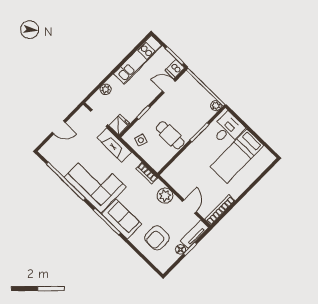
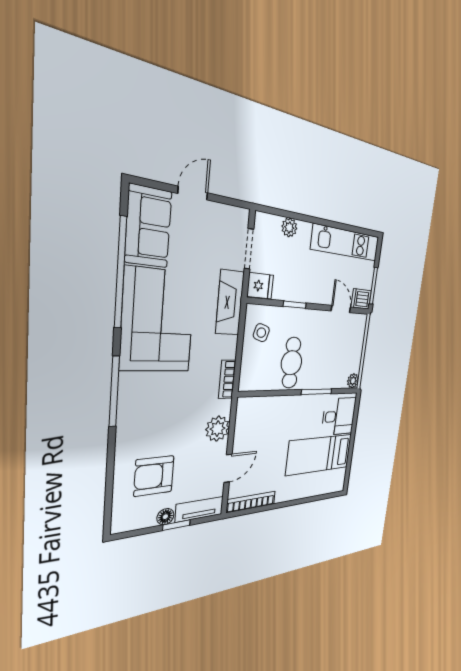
door: (59, 127) -> (193, 193), swing flipped
sofa: (122, 219) -> (148, 227), moved

